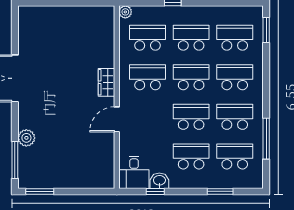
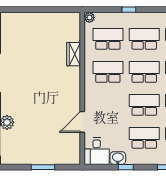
wardrobe: (106, 82) -> (74, 54), moved
door: (117, 119) -> (82, 122), moved
window: (40, 191) -> (43, 167), moved
window: (155, 191) -> (126, 167), moved

